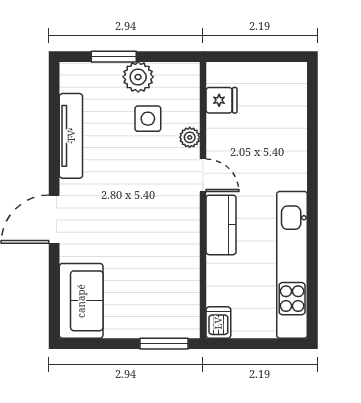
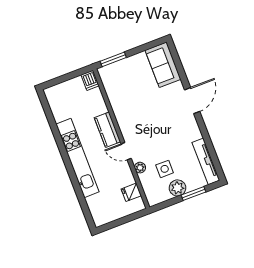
tv unit: (71, 136) -> (206, 161), moved
kitchen unit: (292, 265) -> (77, 158), moved

